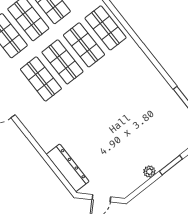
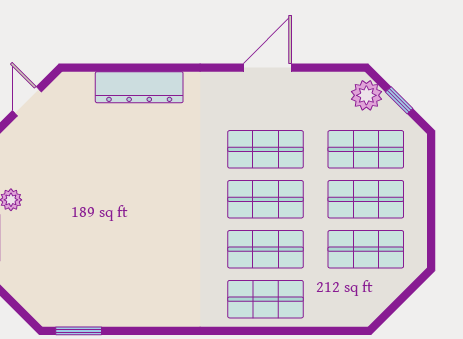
dresser: (68, 168) -> (139, 87), moved

